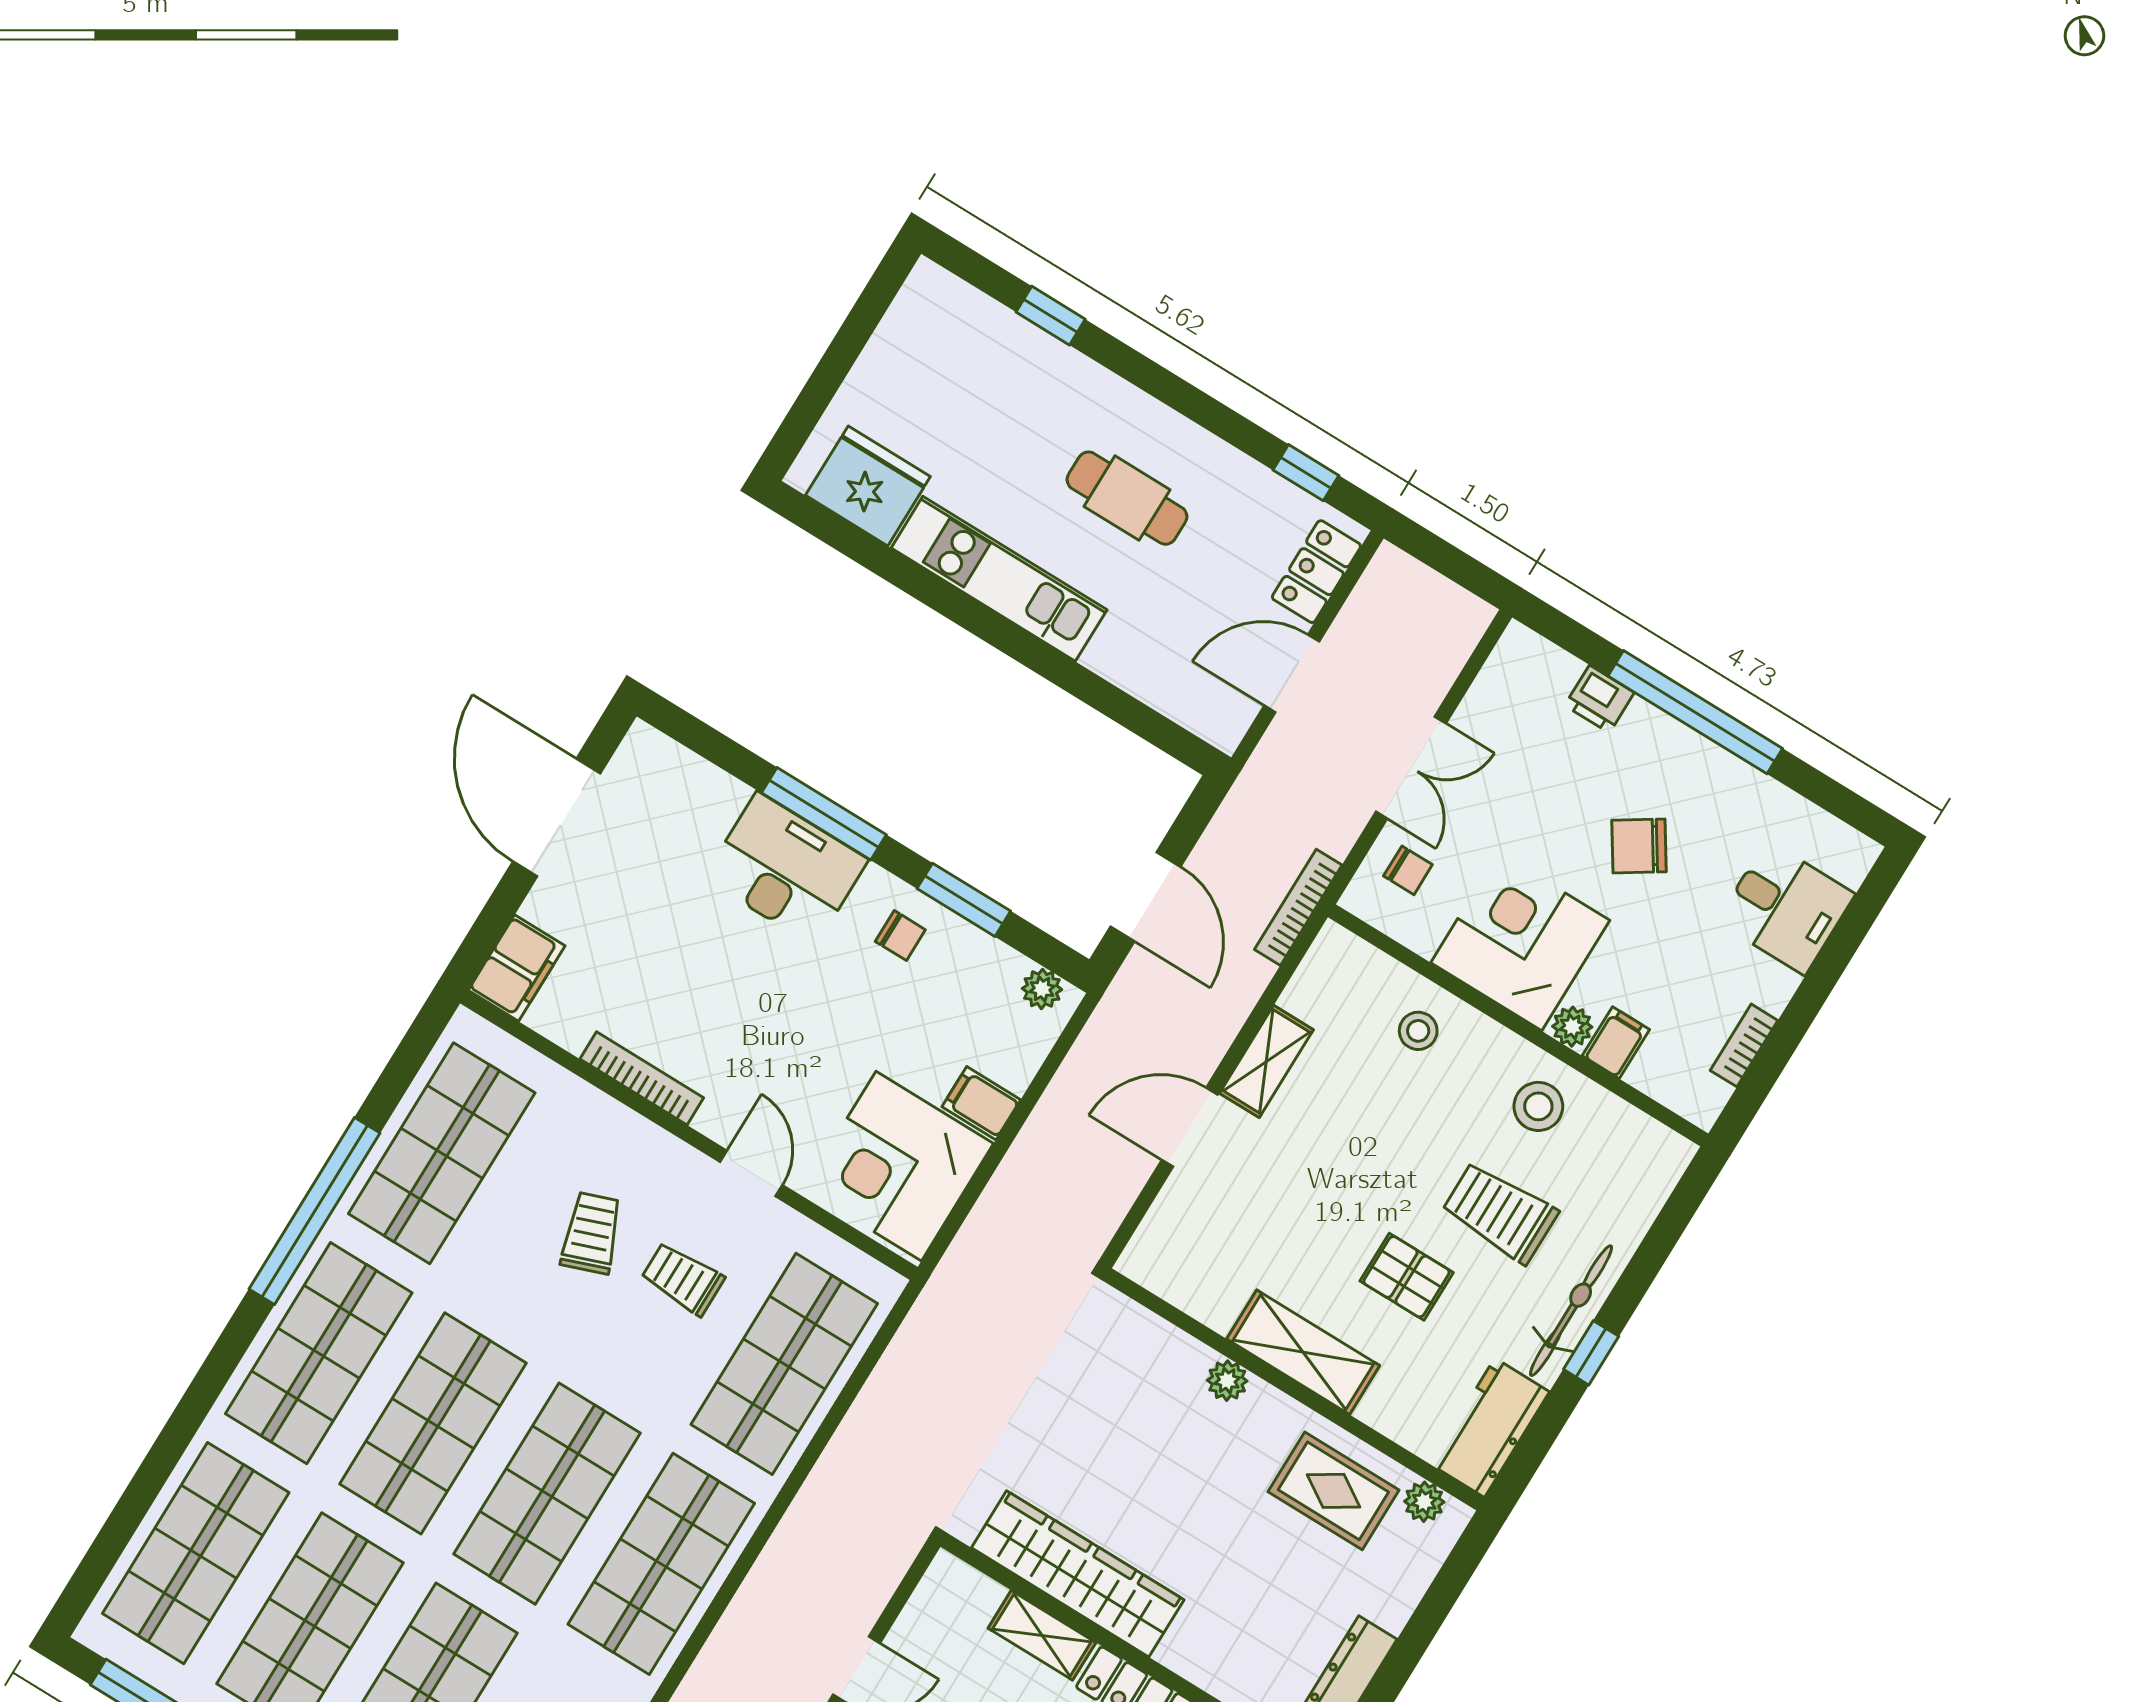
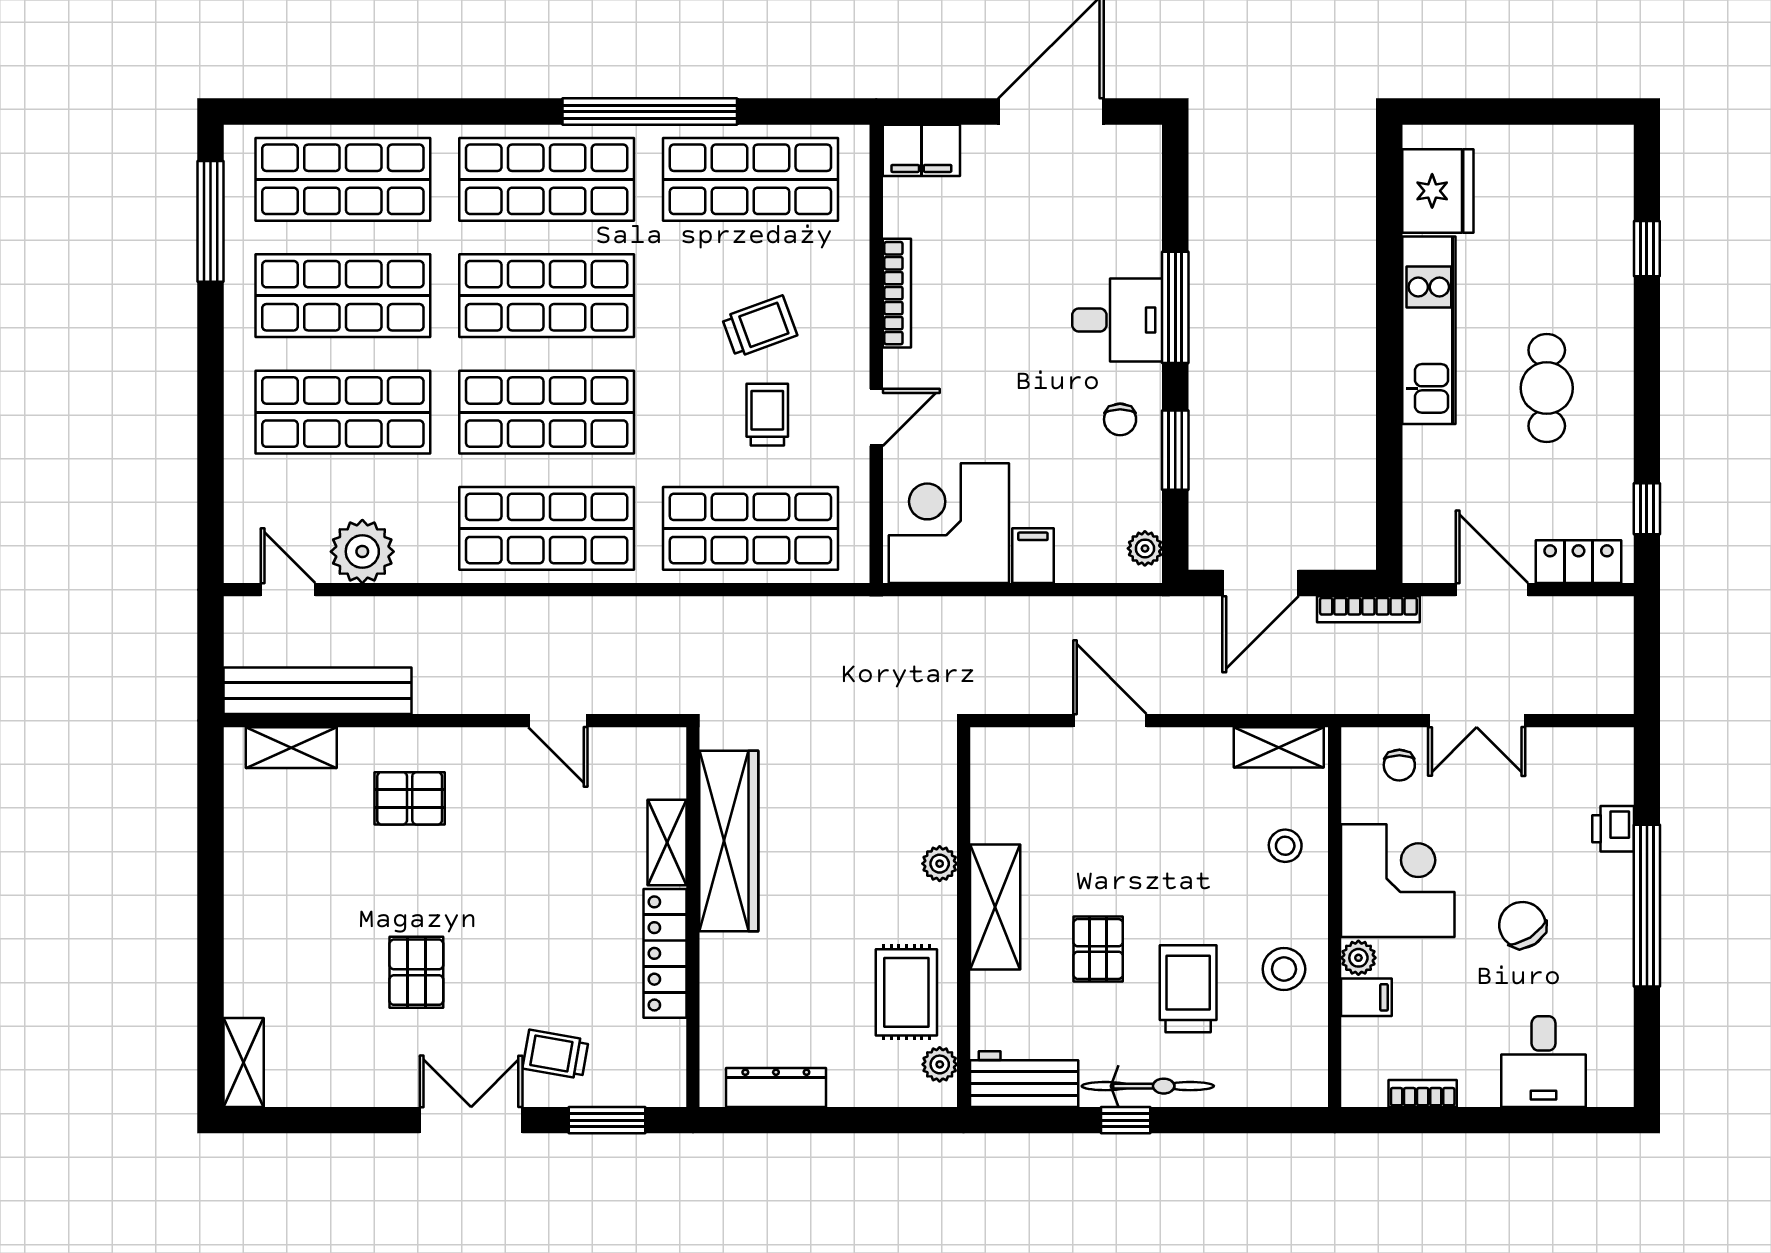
desk: (786, 869) -> (1117, 320), width x0.73
bookcase: (1298, 907) -> (1368, 609), moved, turned 180
shelving: (1266, 1061) -> (1279, 747), moved

